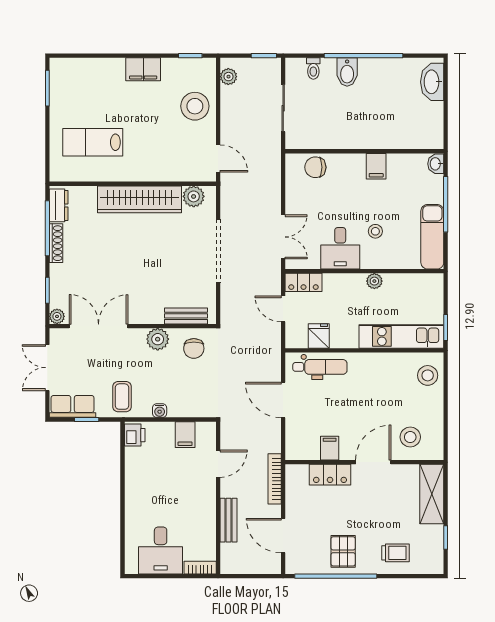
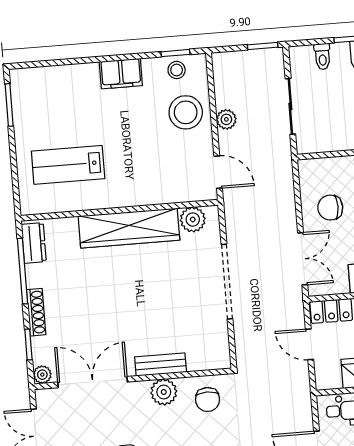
stool: (190, 70) -> (177, 70), added
plant: (228, 77) -> (226, 119), moved
chair: (315, 167) -> (330, 208), moved
shoe rack: (56, 243) -> (36, 312), moved
bench: (186, 316) -> (161, 364), moved

